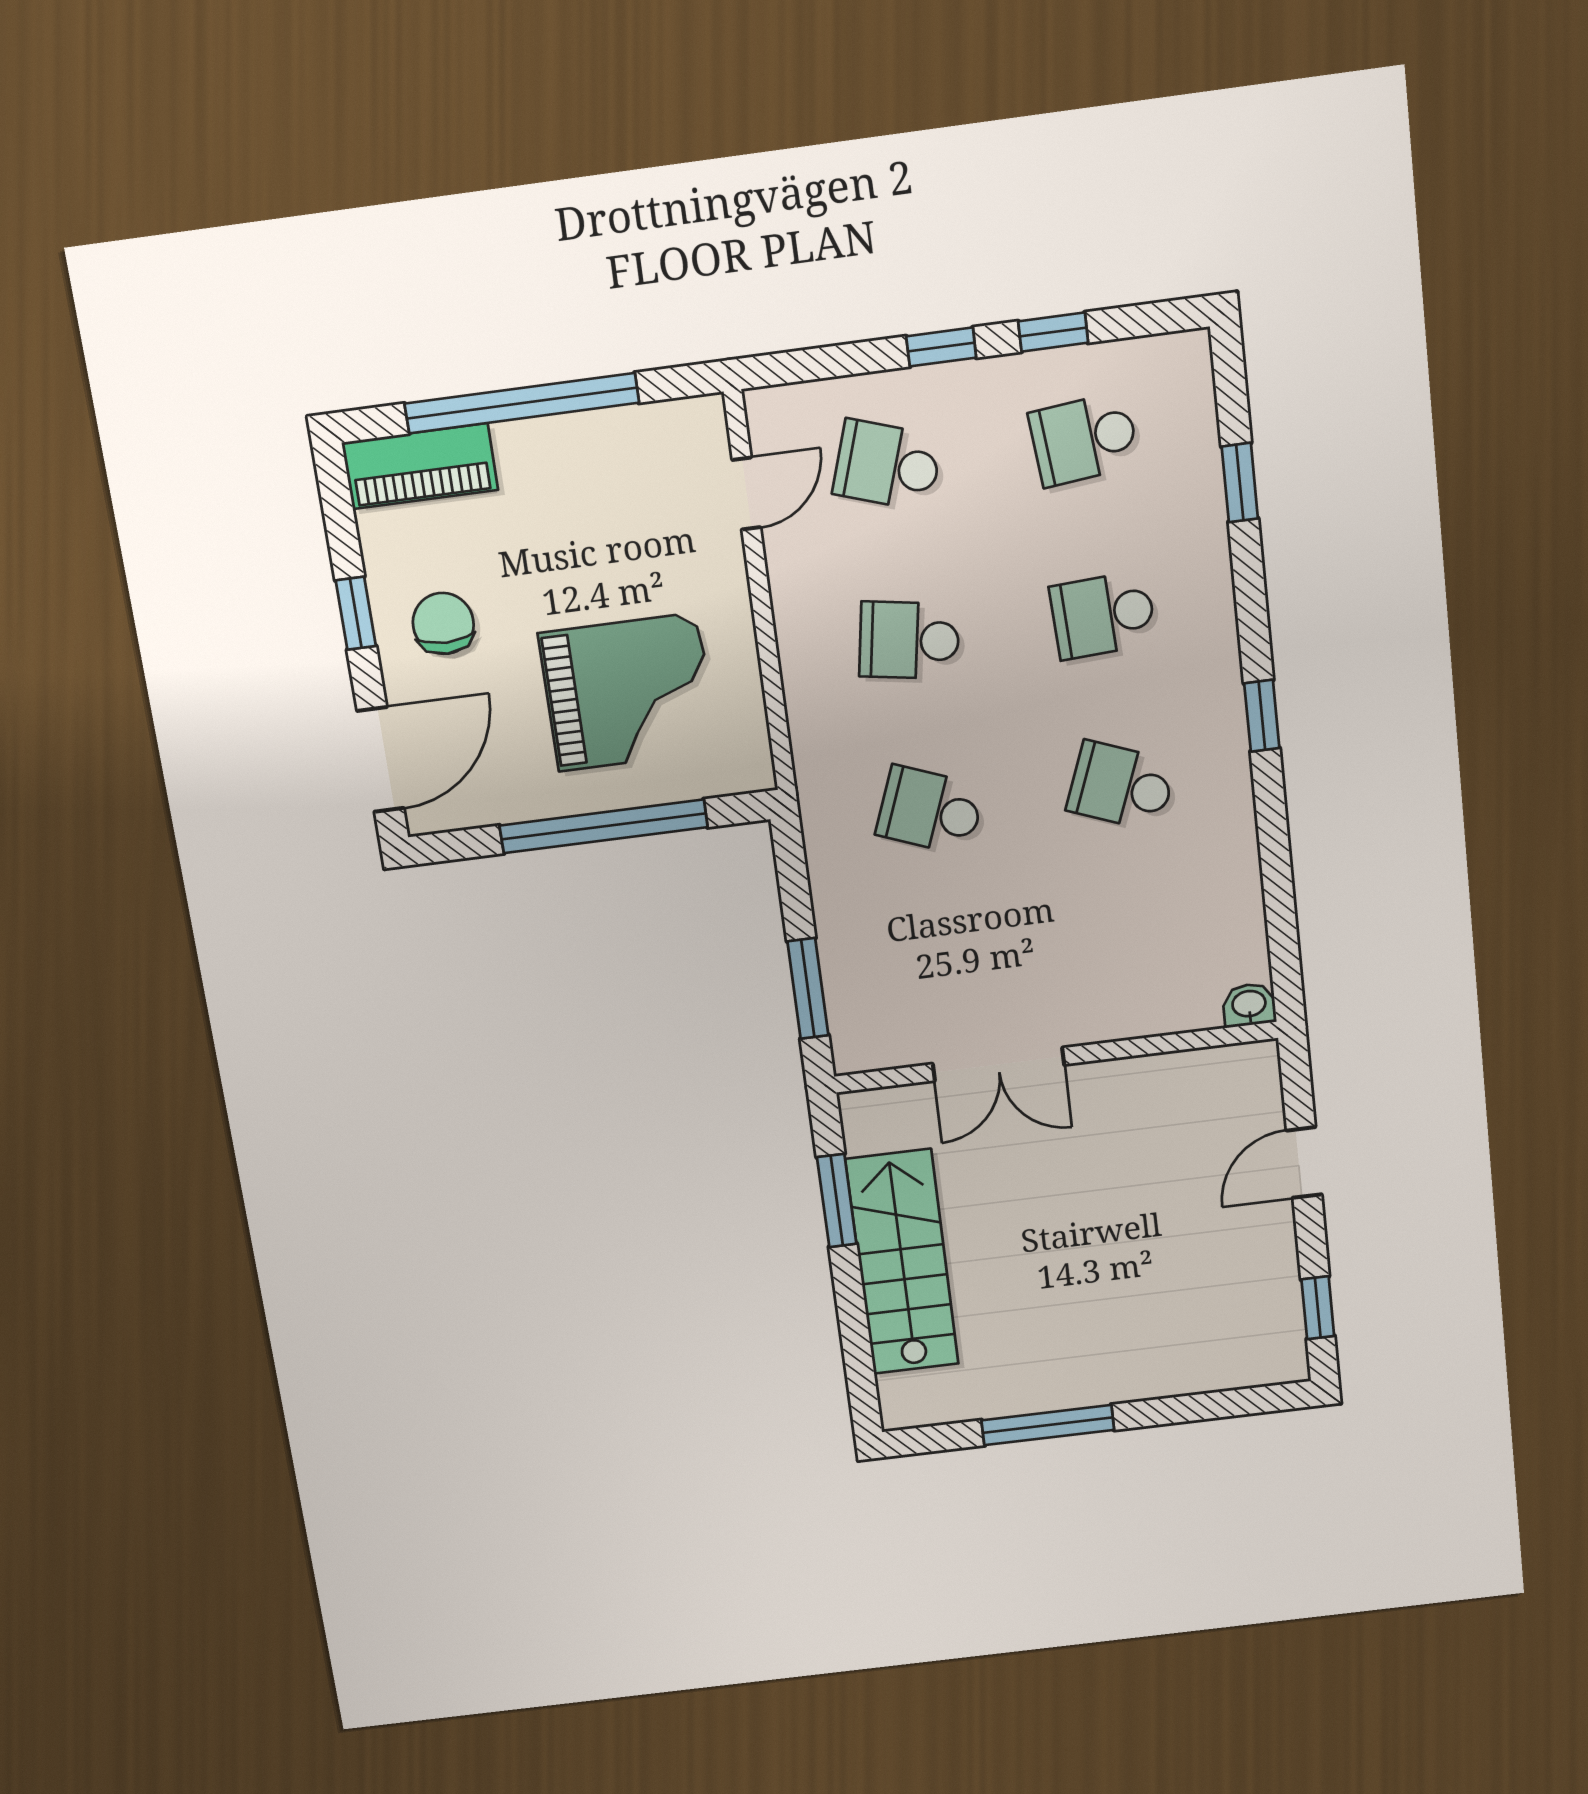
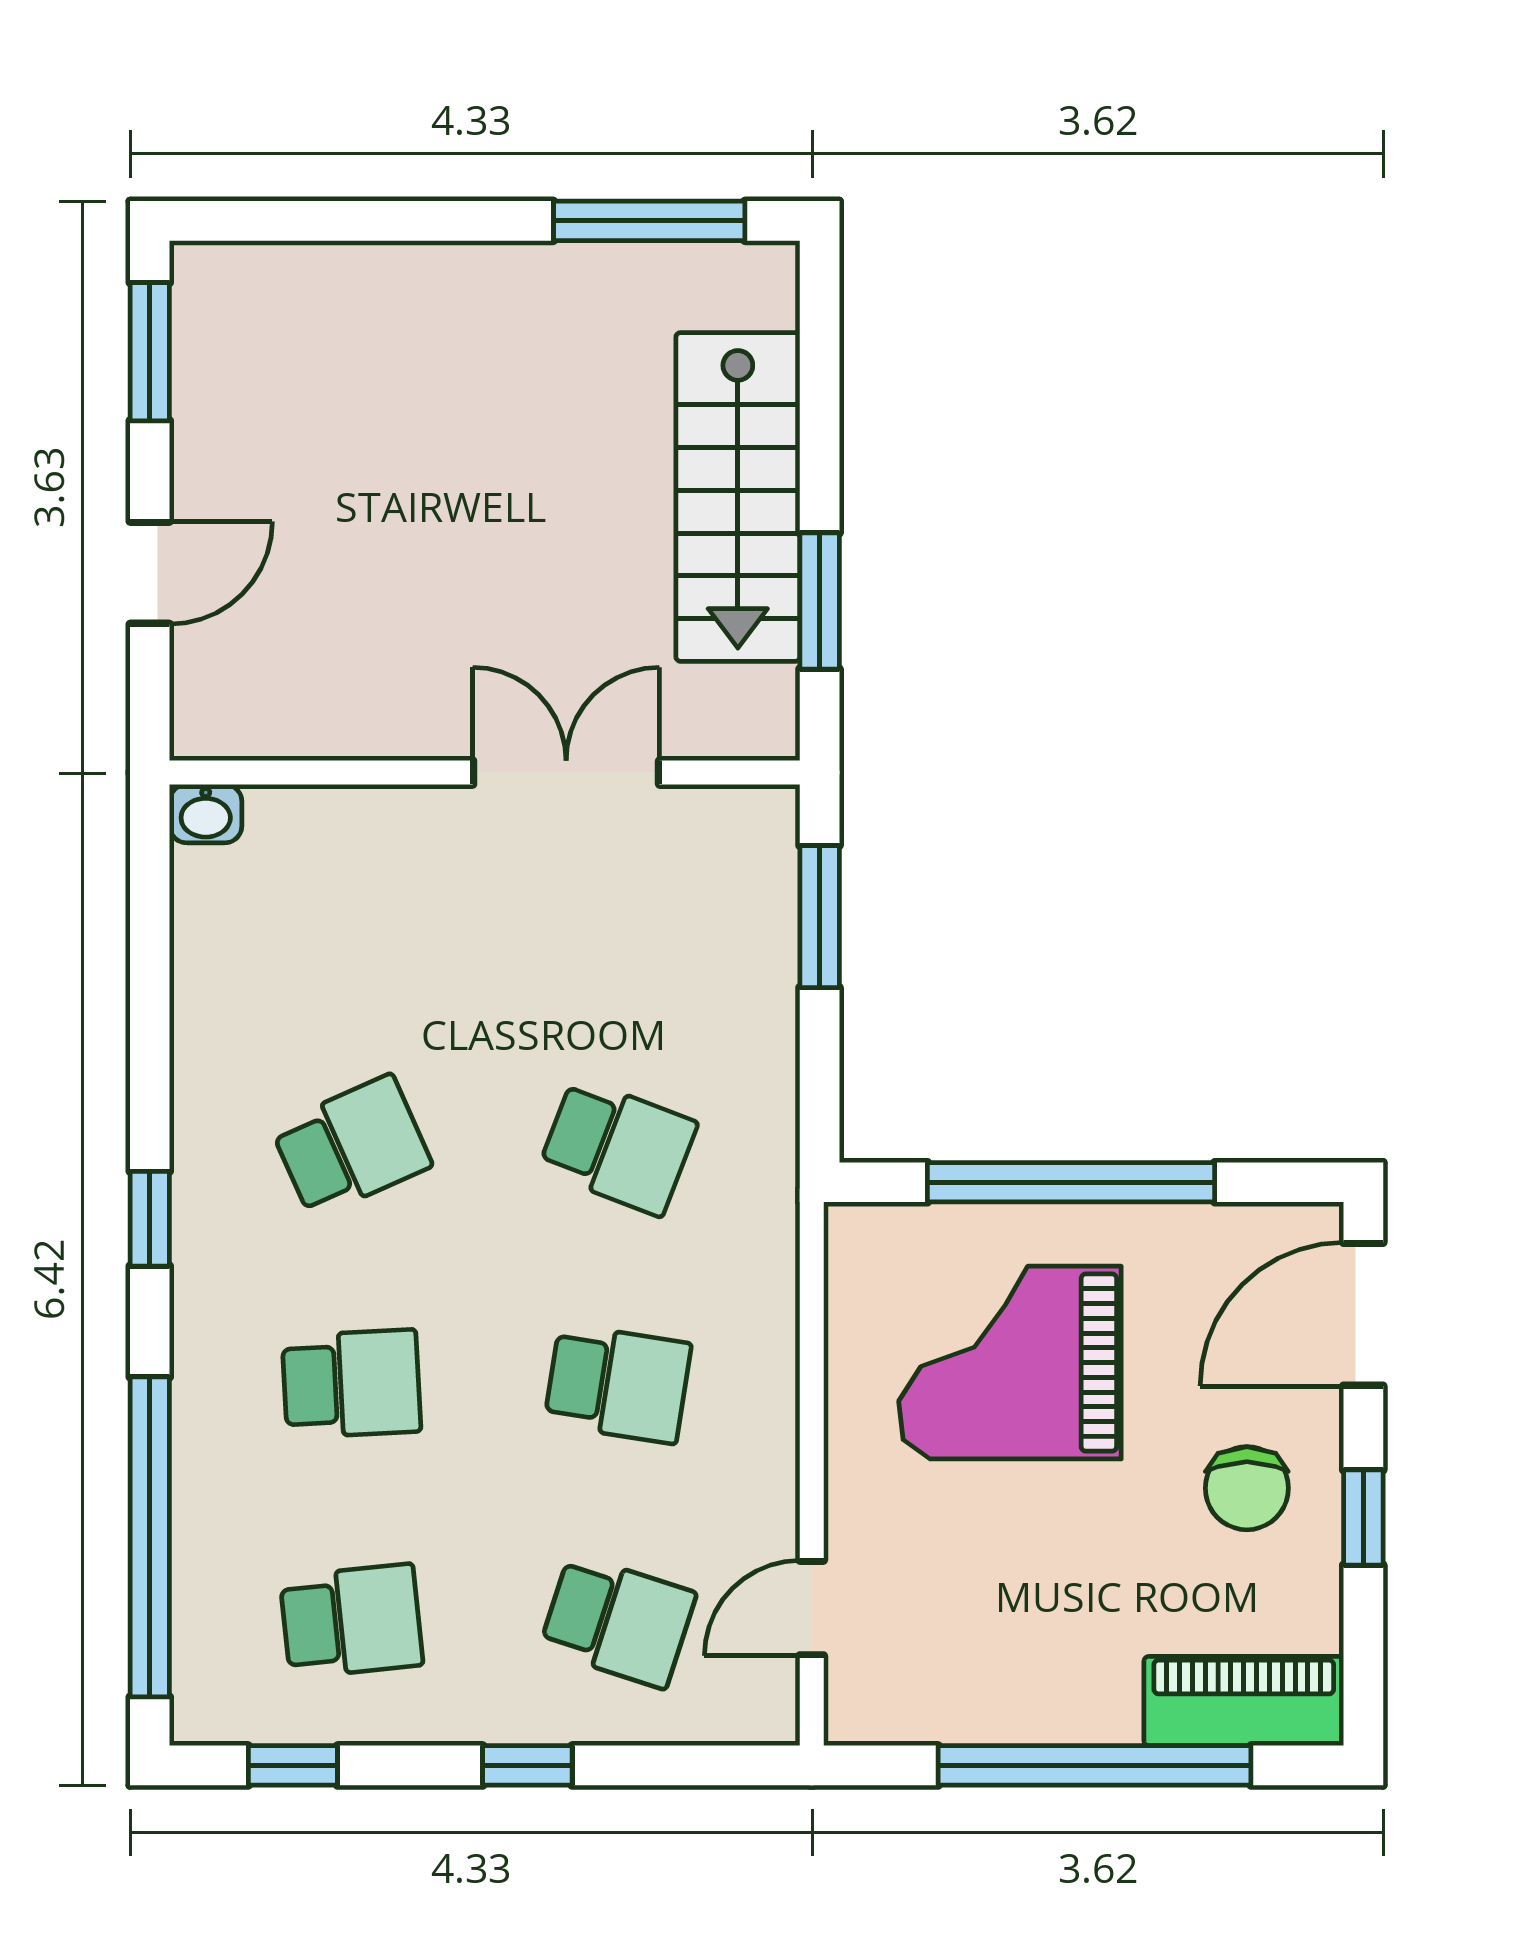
window: (1053, 332) -> (293, 1765), moved
window: (1240, 483) -> (150, 1537), width x3.17
school desk: (1121, 786) -> (351, 1146), turned -45
window: (1318, 1308) -> (150, 352), width x1.50
window: (1048, 1425) -> (649, 221), moved

